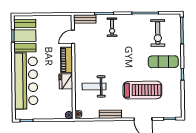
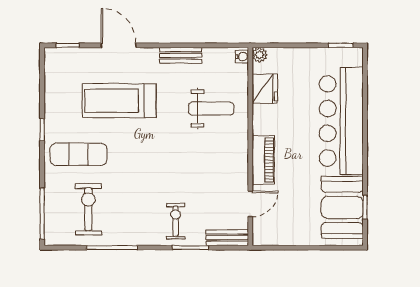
fridge: (66, 81) -> (265, 89), moved

